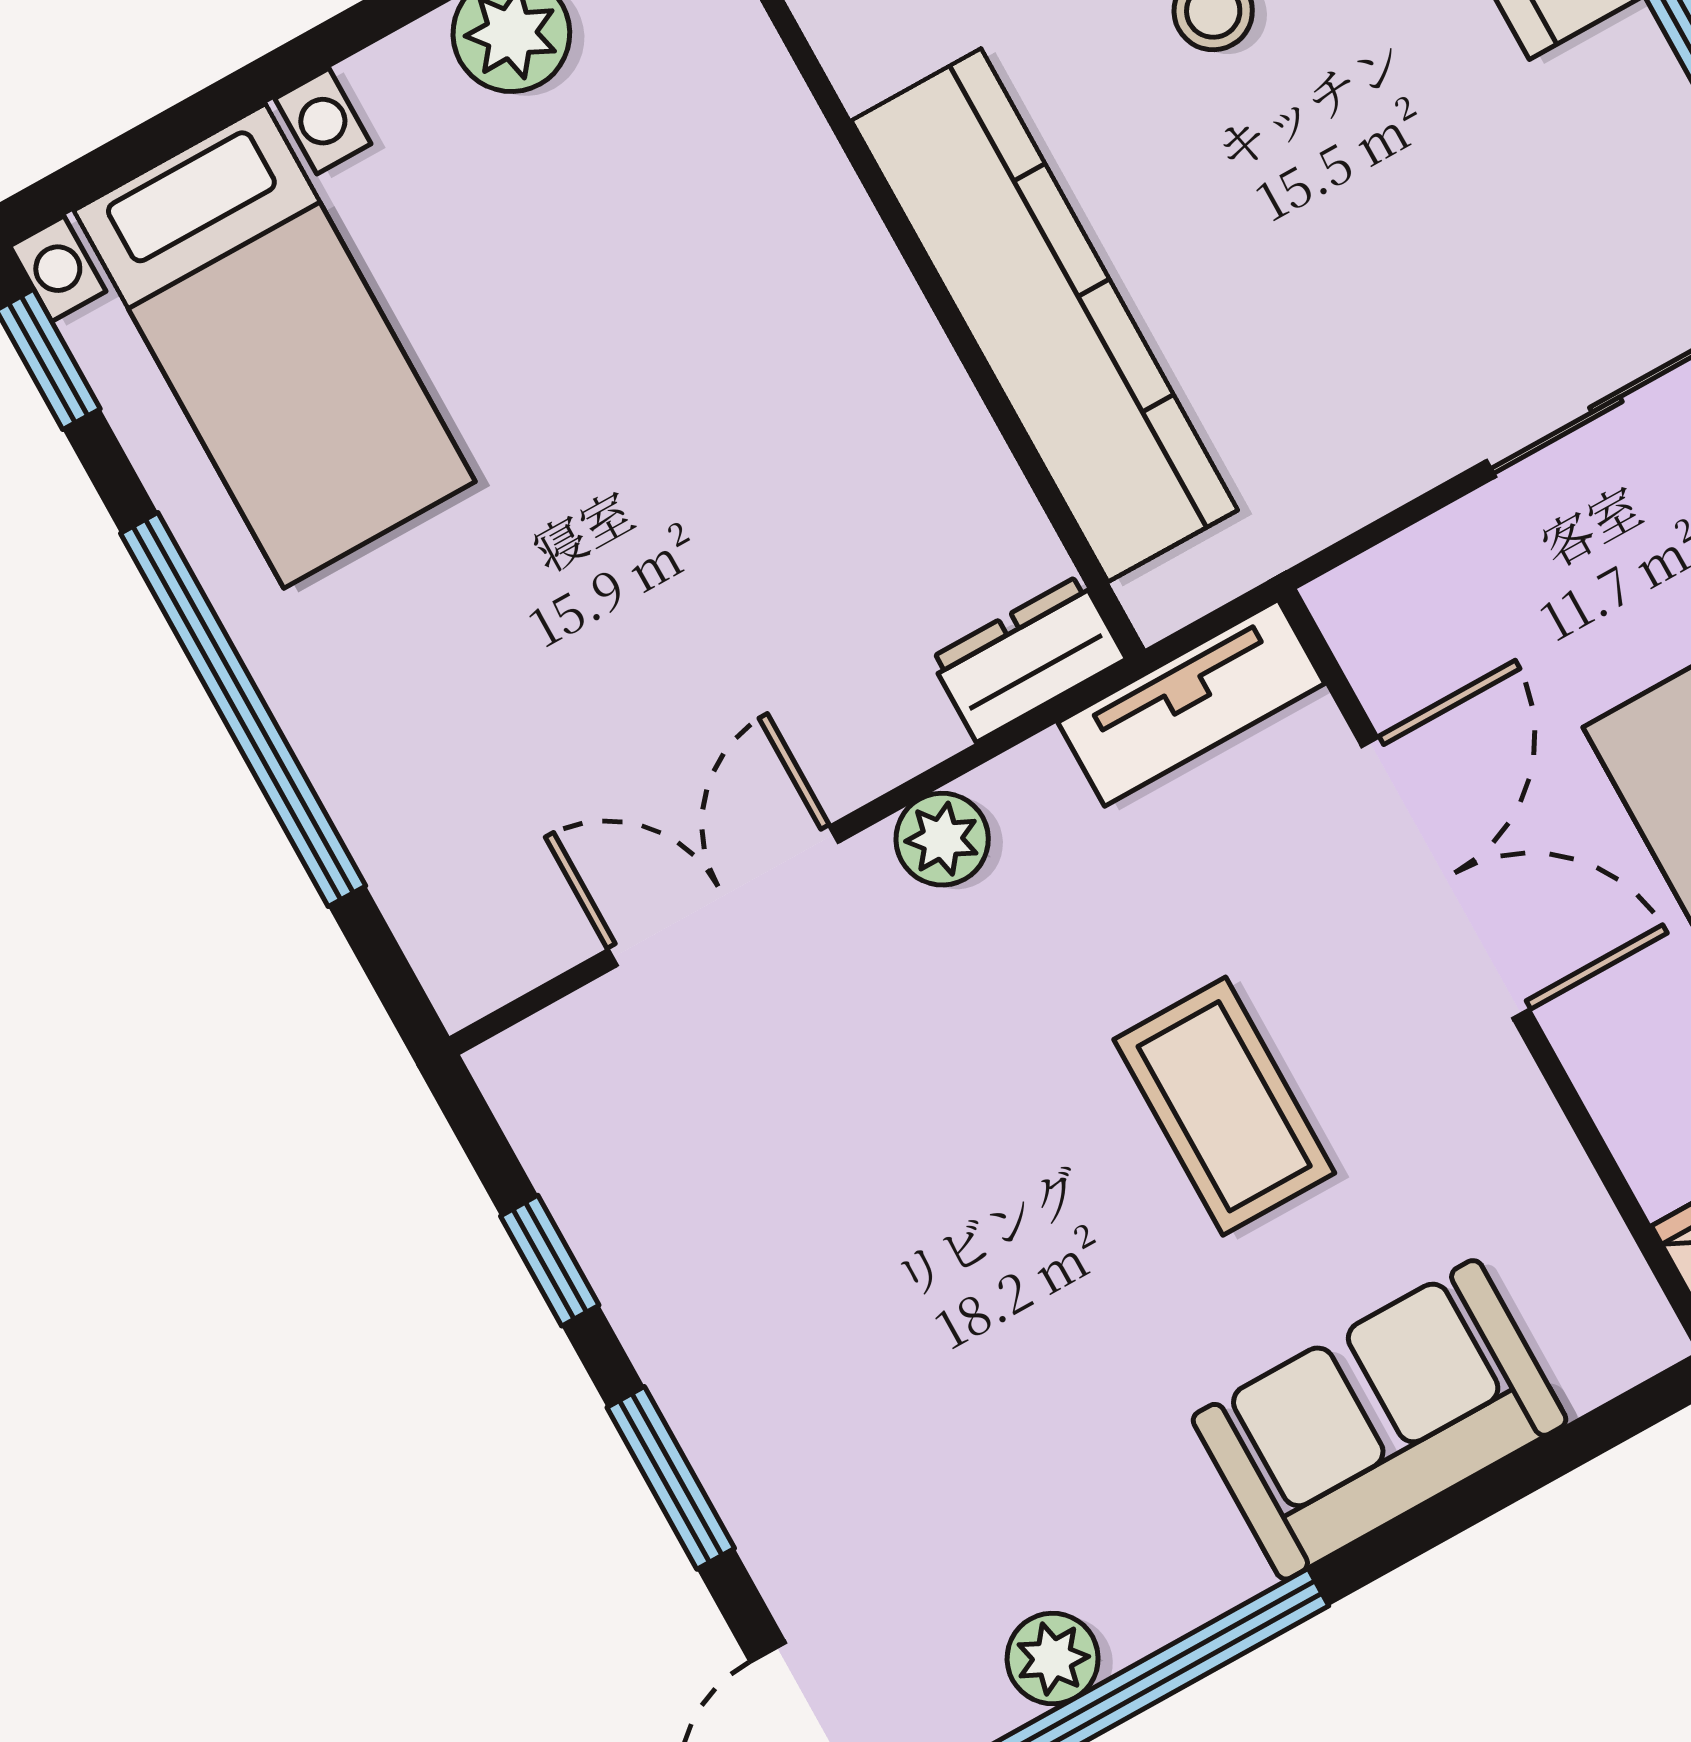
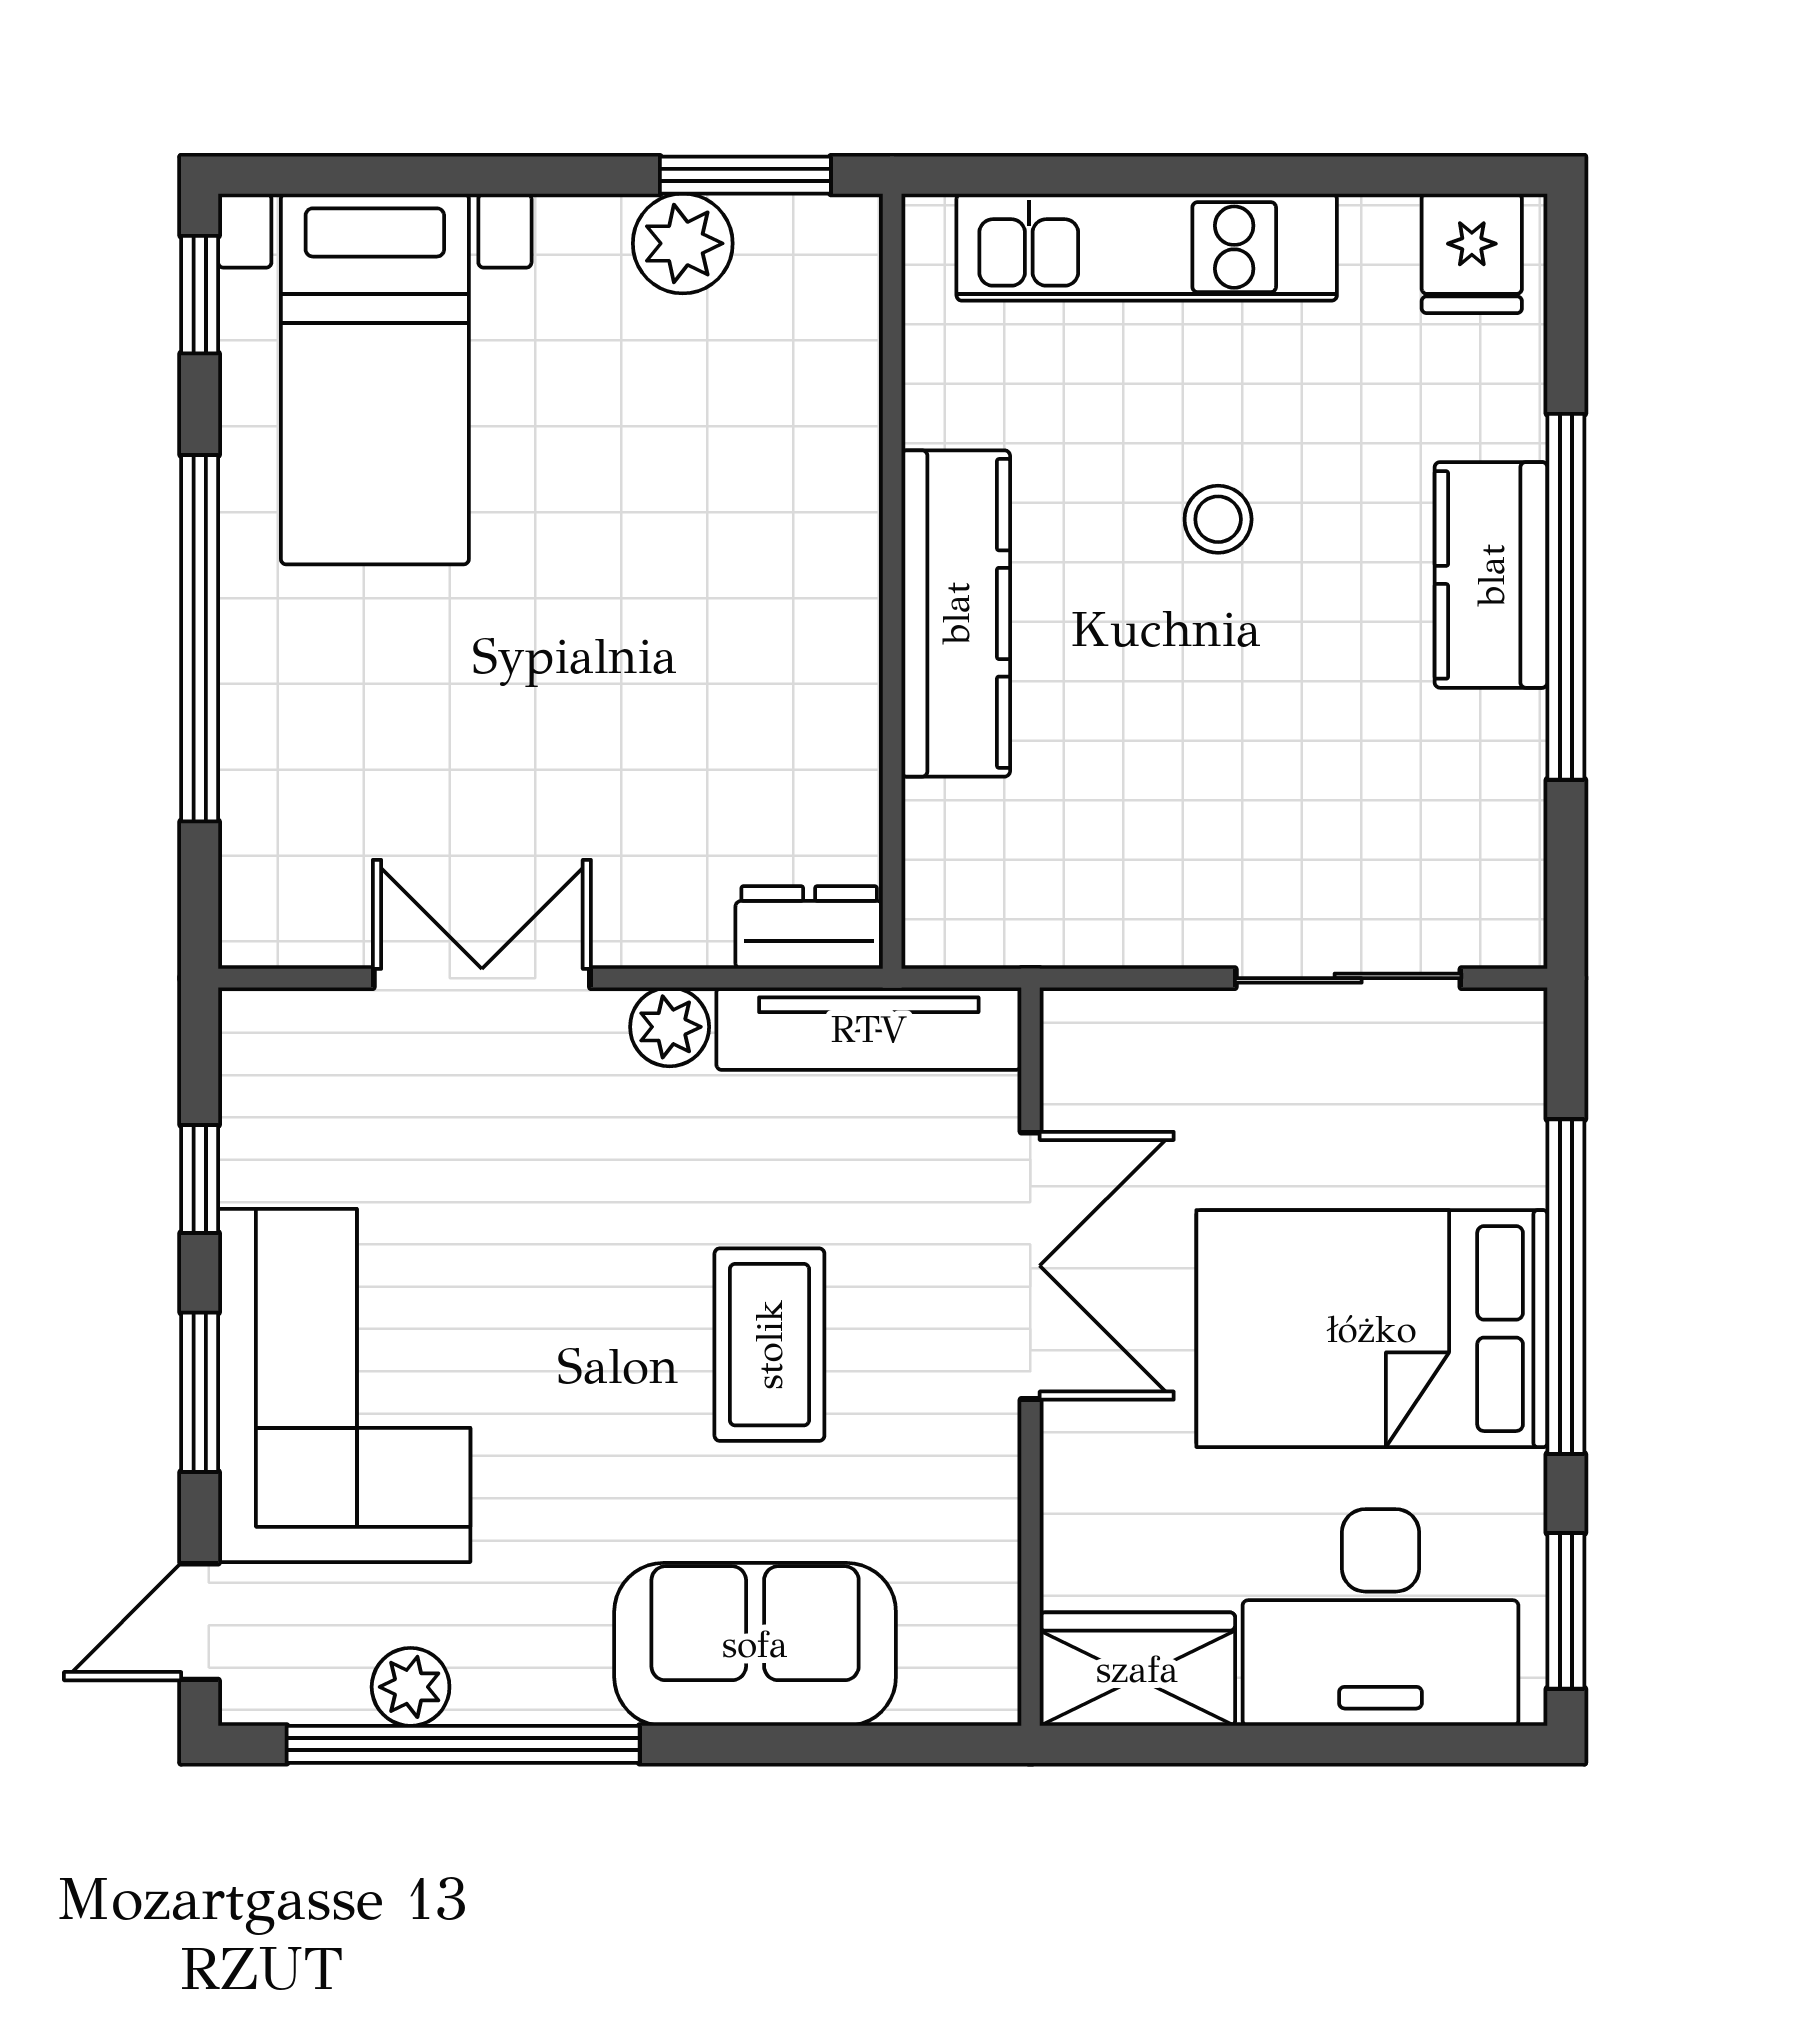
kitchen counter: (1044, 315) -> (956, 613), width x0.72, depth x0.86
tv unit: (1191, 703) -> (869, 1029), width x1.41
corner sofa: (814, 1389) -> (344, 1385), added

